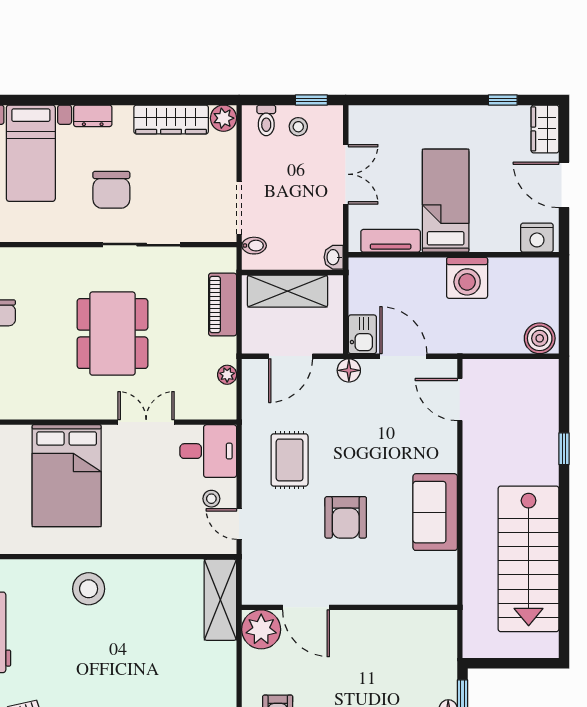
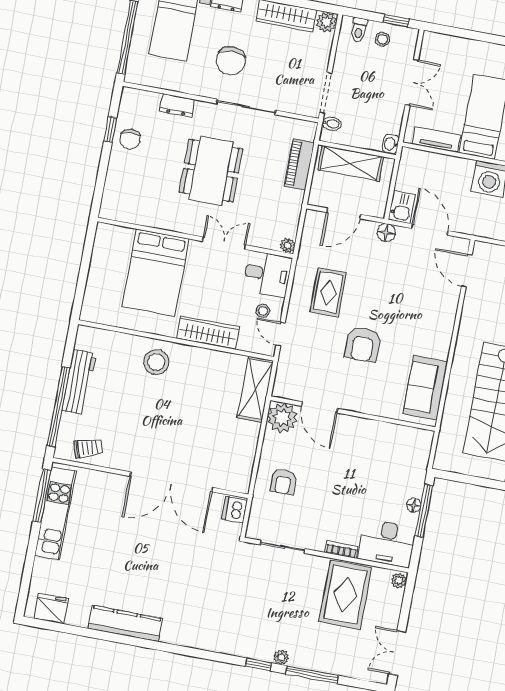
dresser: (54, 259) -> (177, 105), added
plant: (227, 375) -> (288, 246), moved
sofa: (435, 512) -> (425, 388), moved
wardrobe: (147, 539) -> (208, 333), added

